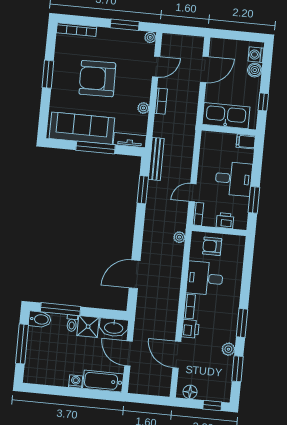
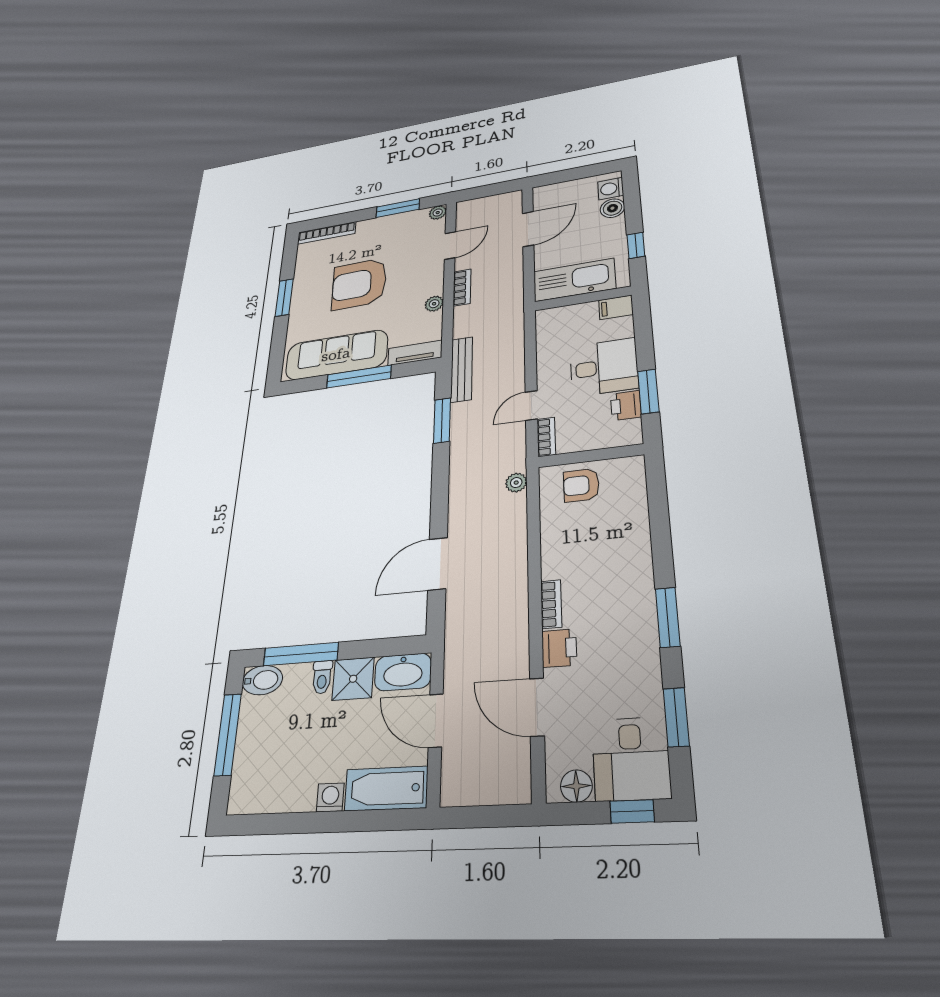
printer: (225, 221) -> (626, 406), moved, turned -90
desk: (205, 278) -> (631, 759), moved, turned -90
plant: (228, 349) -> (648, 677), removed

